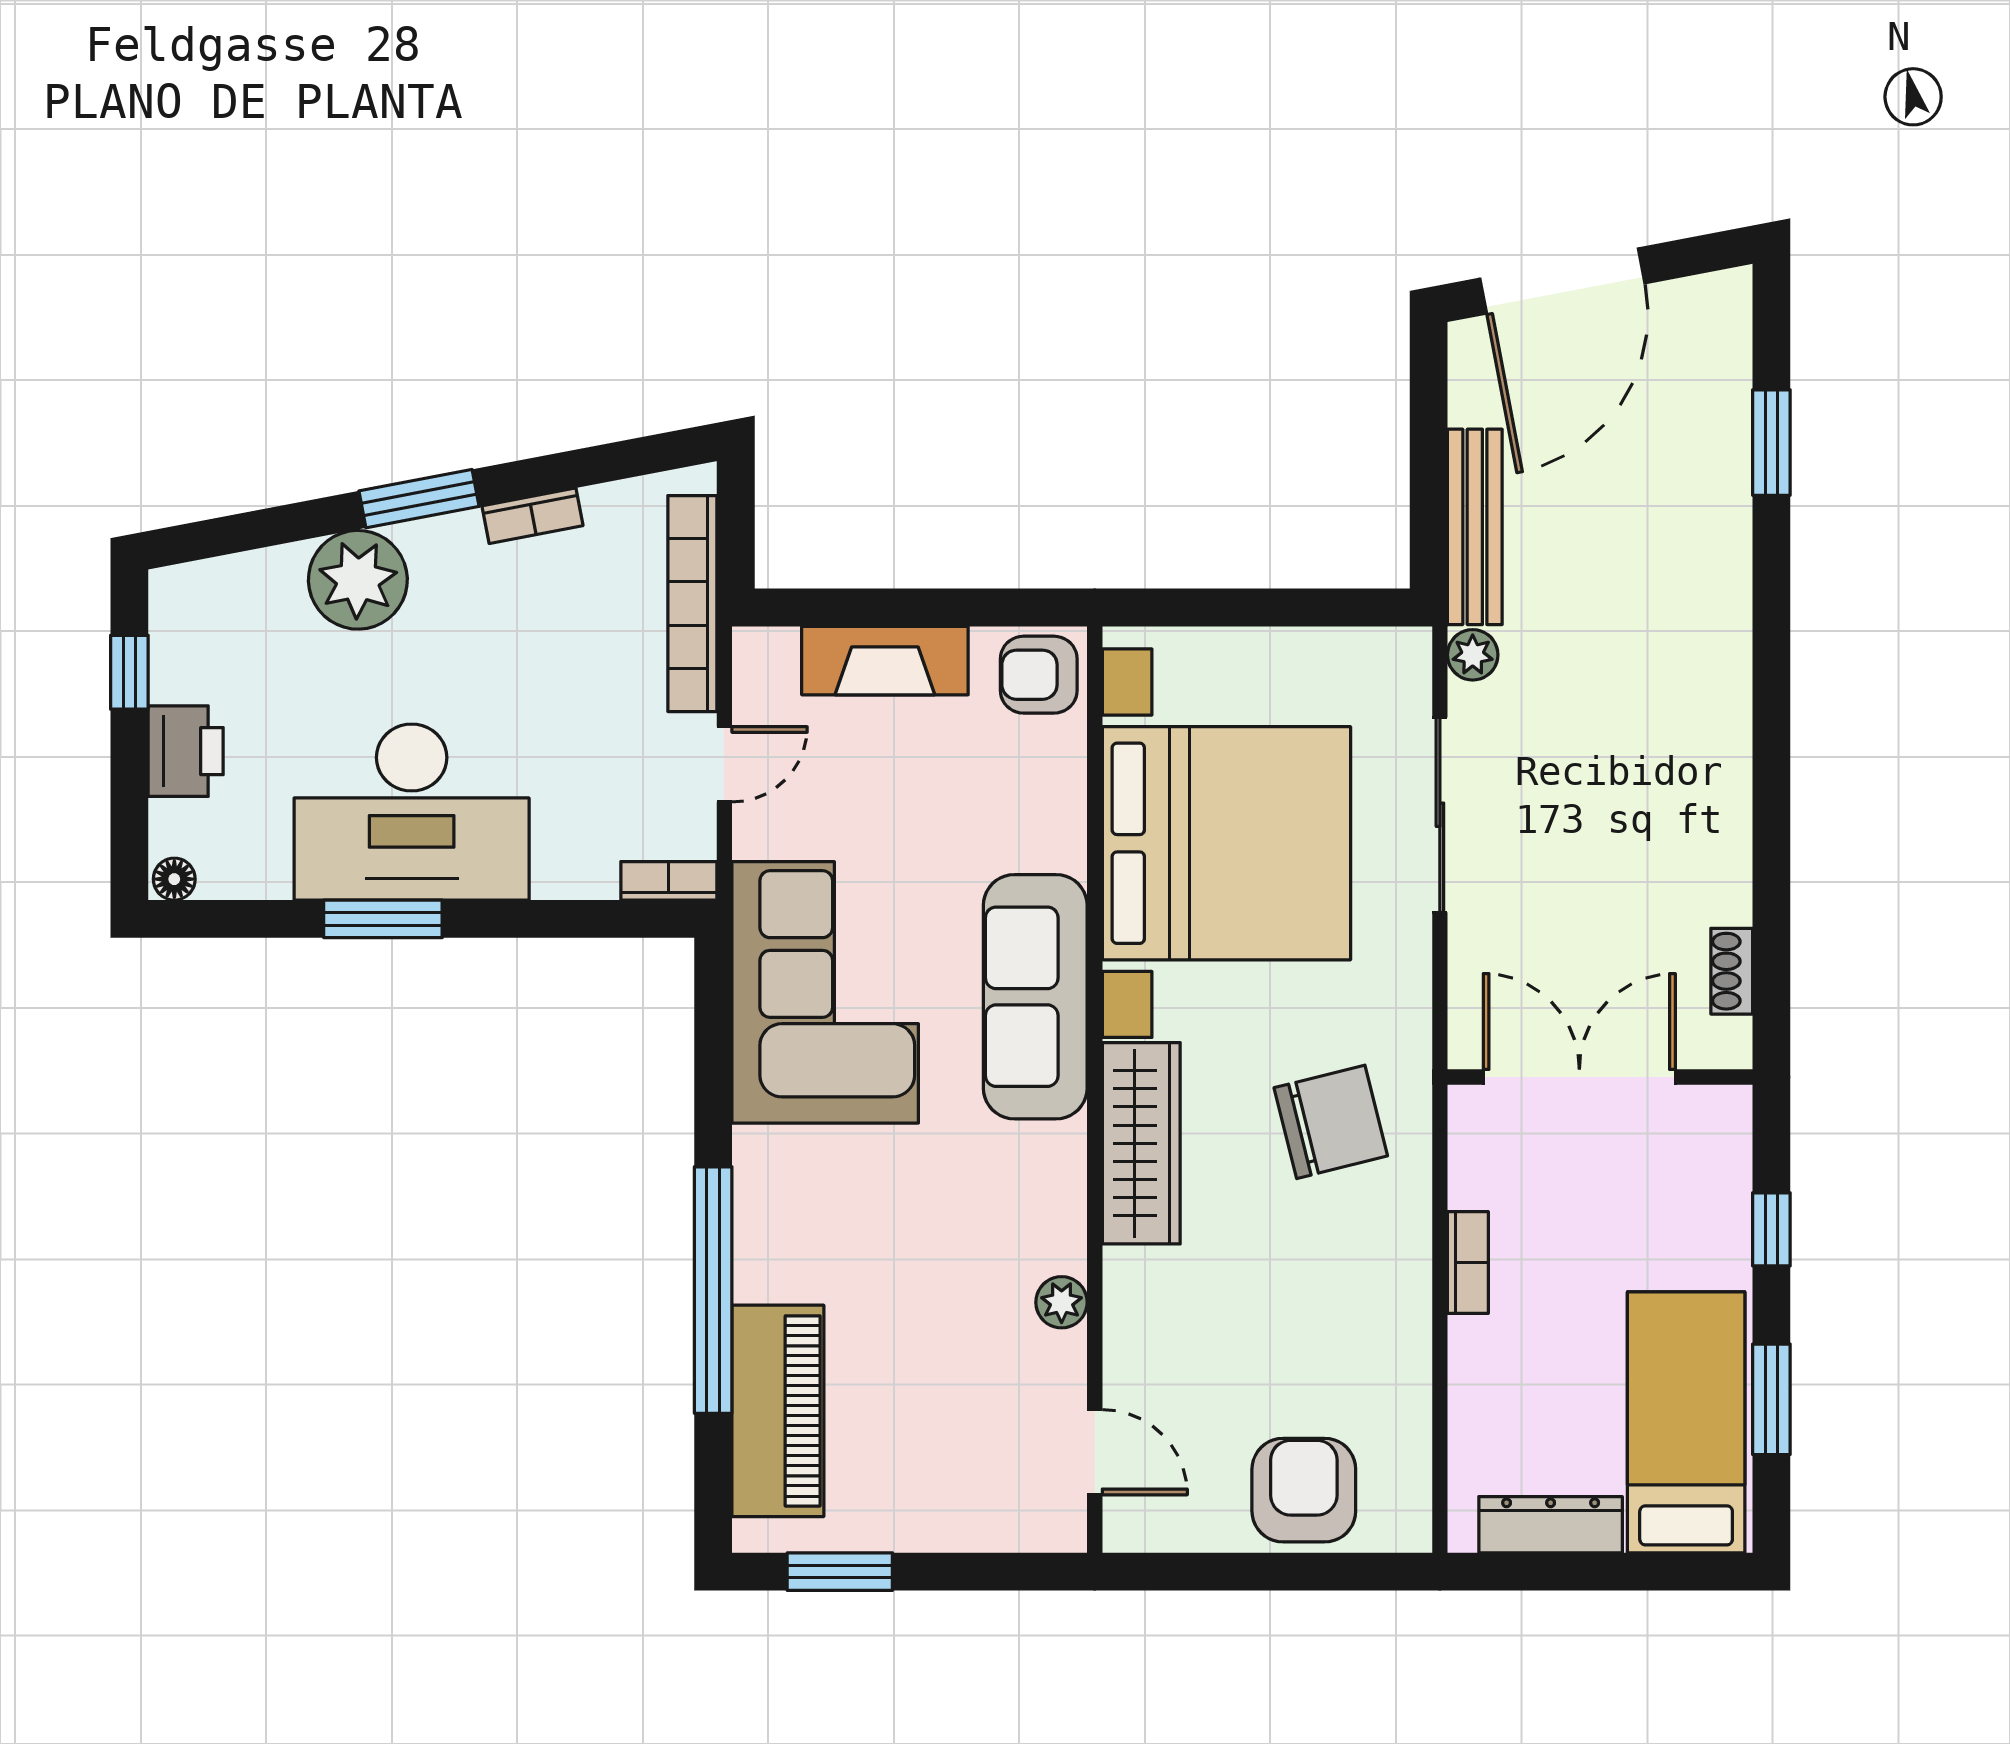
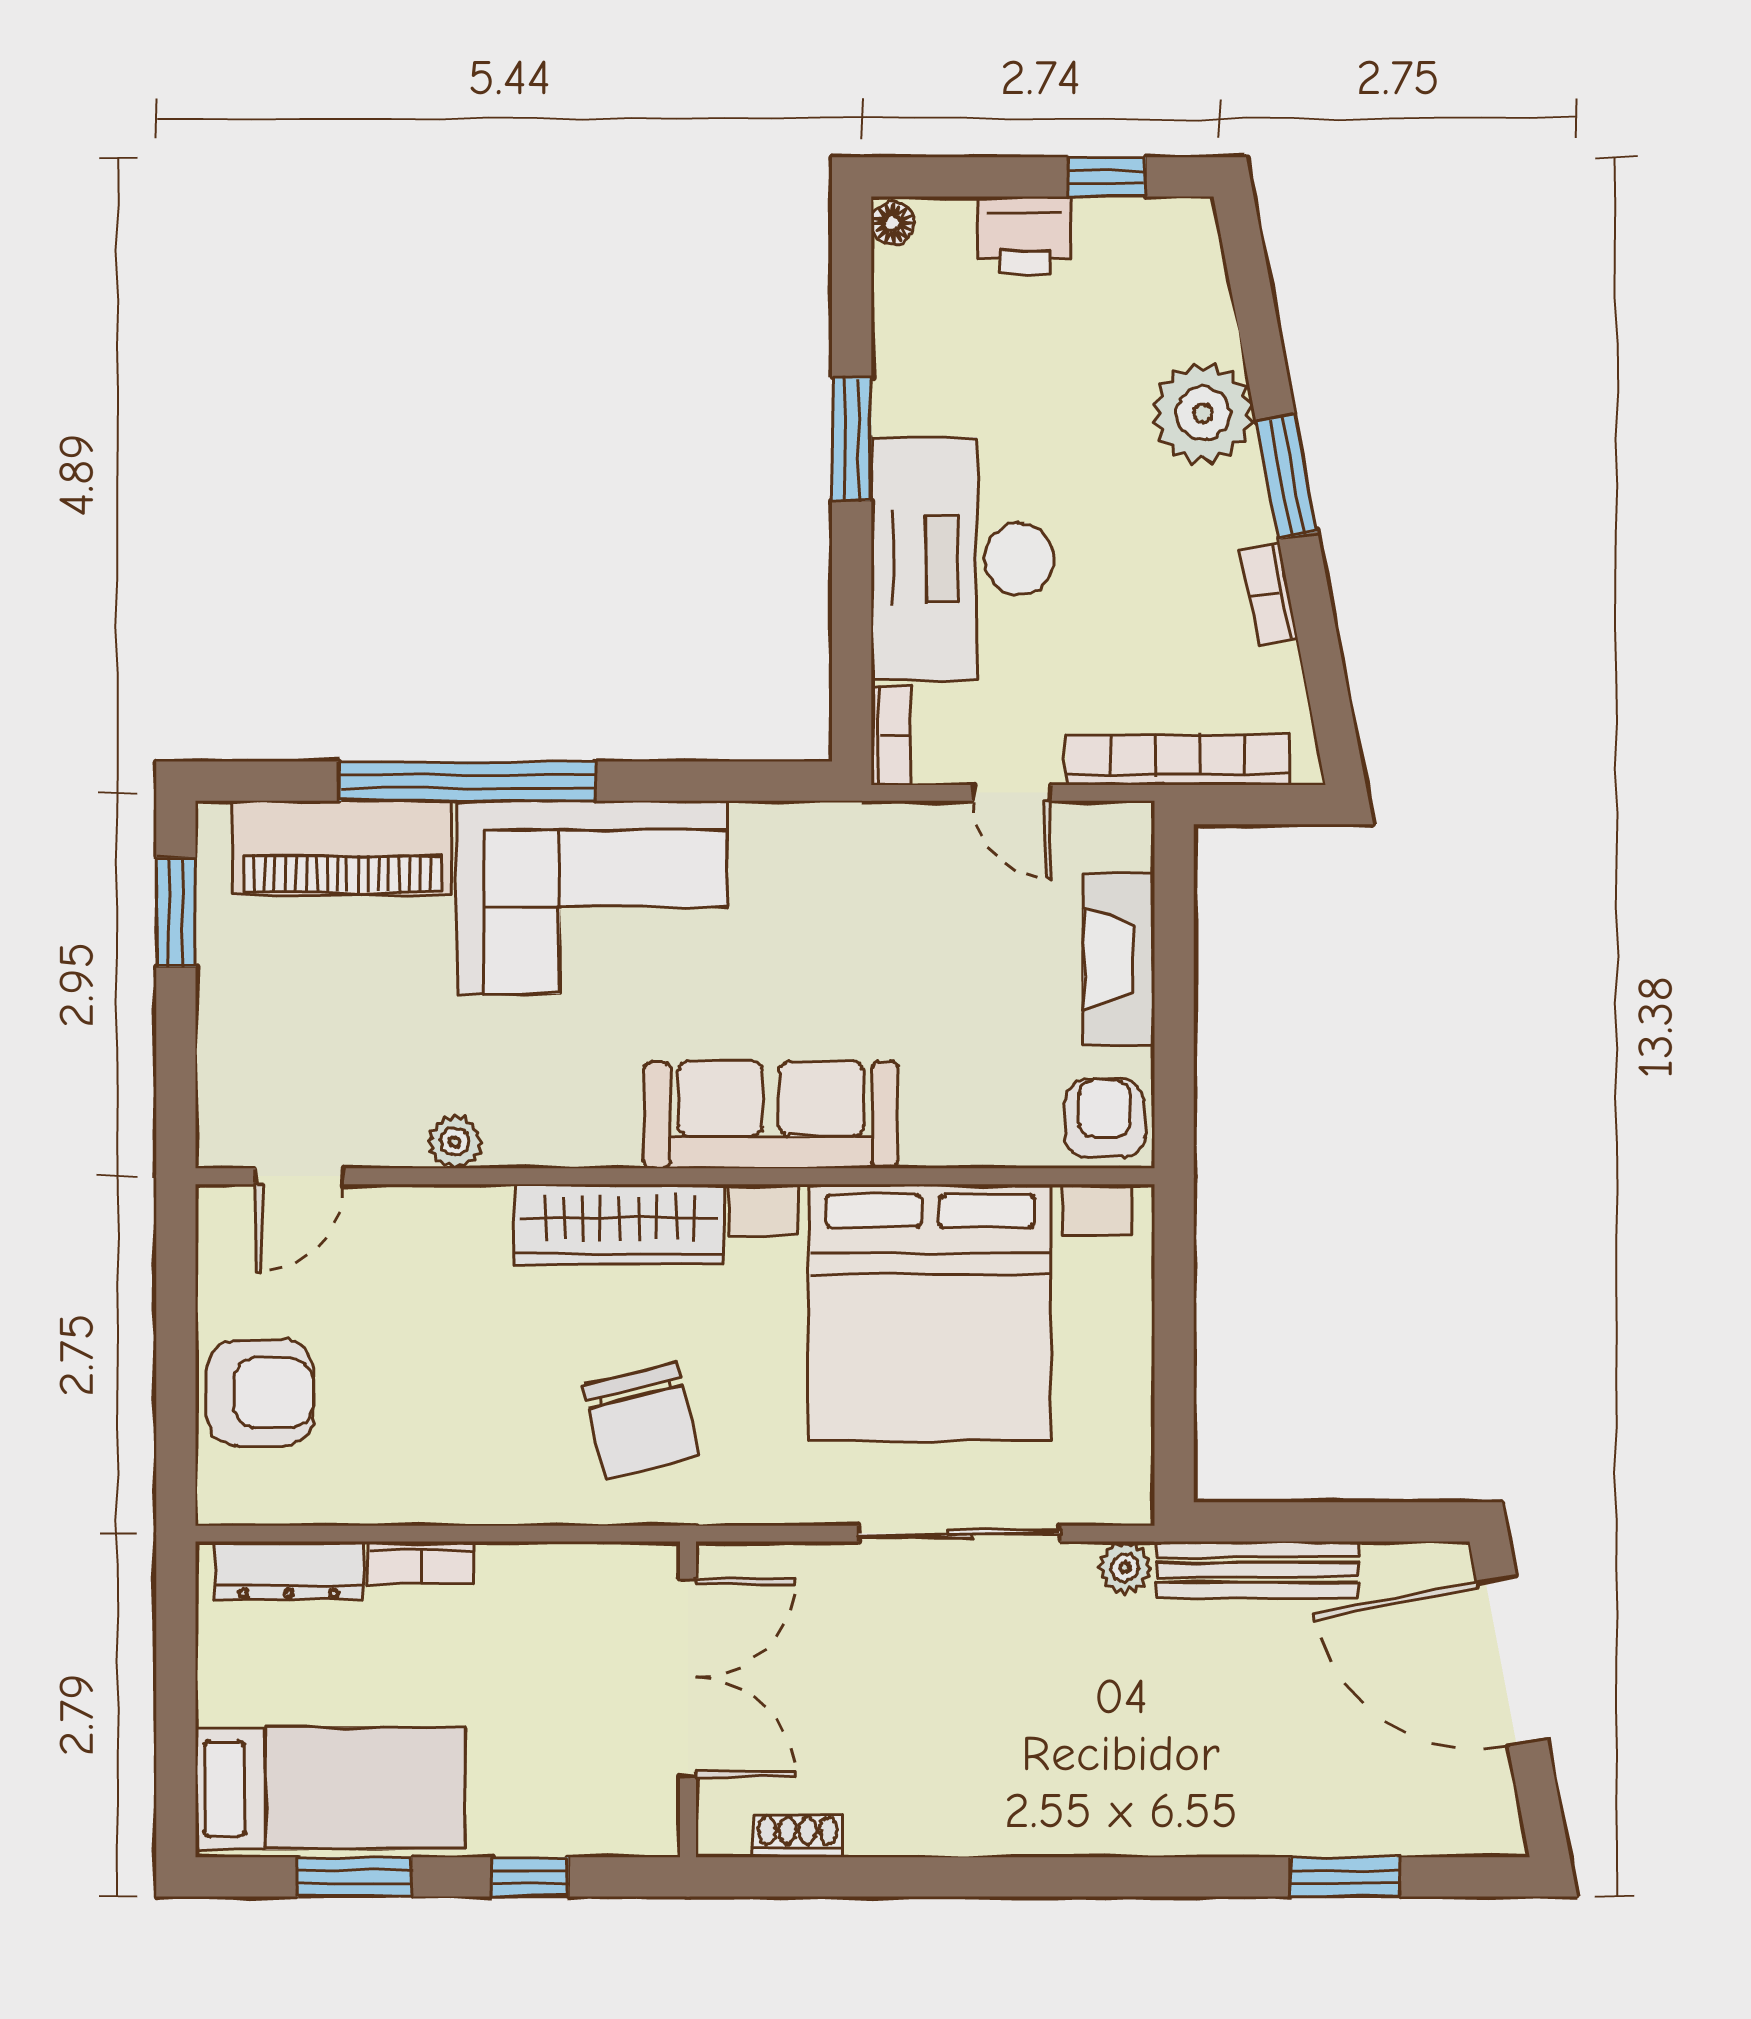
desk: (412, 812) -> (962, 559), moved
corner sofa: (825, 992) -> (592, 897), moved
bookcase: (1468, 1262) -> (421, 1563), moved
dresser: (1551, 1525) -> (289, 1571), moved, turned 90

